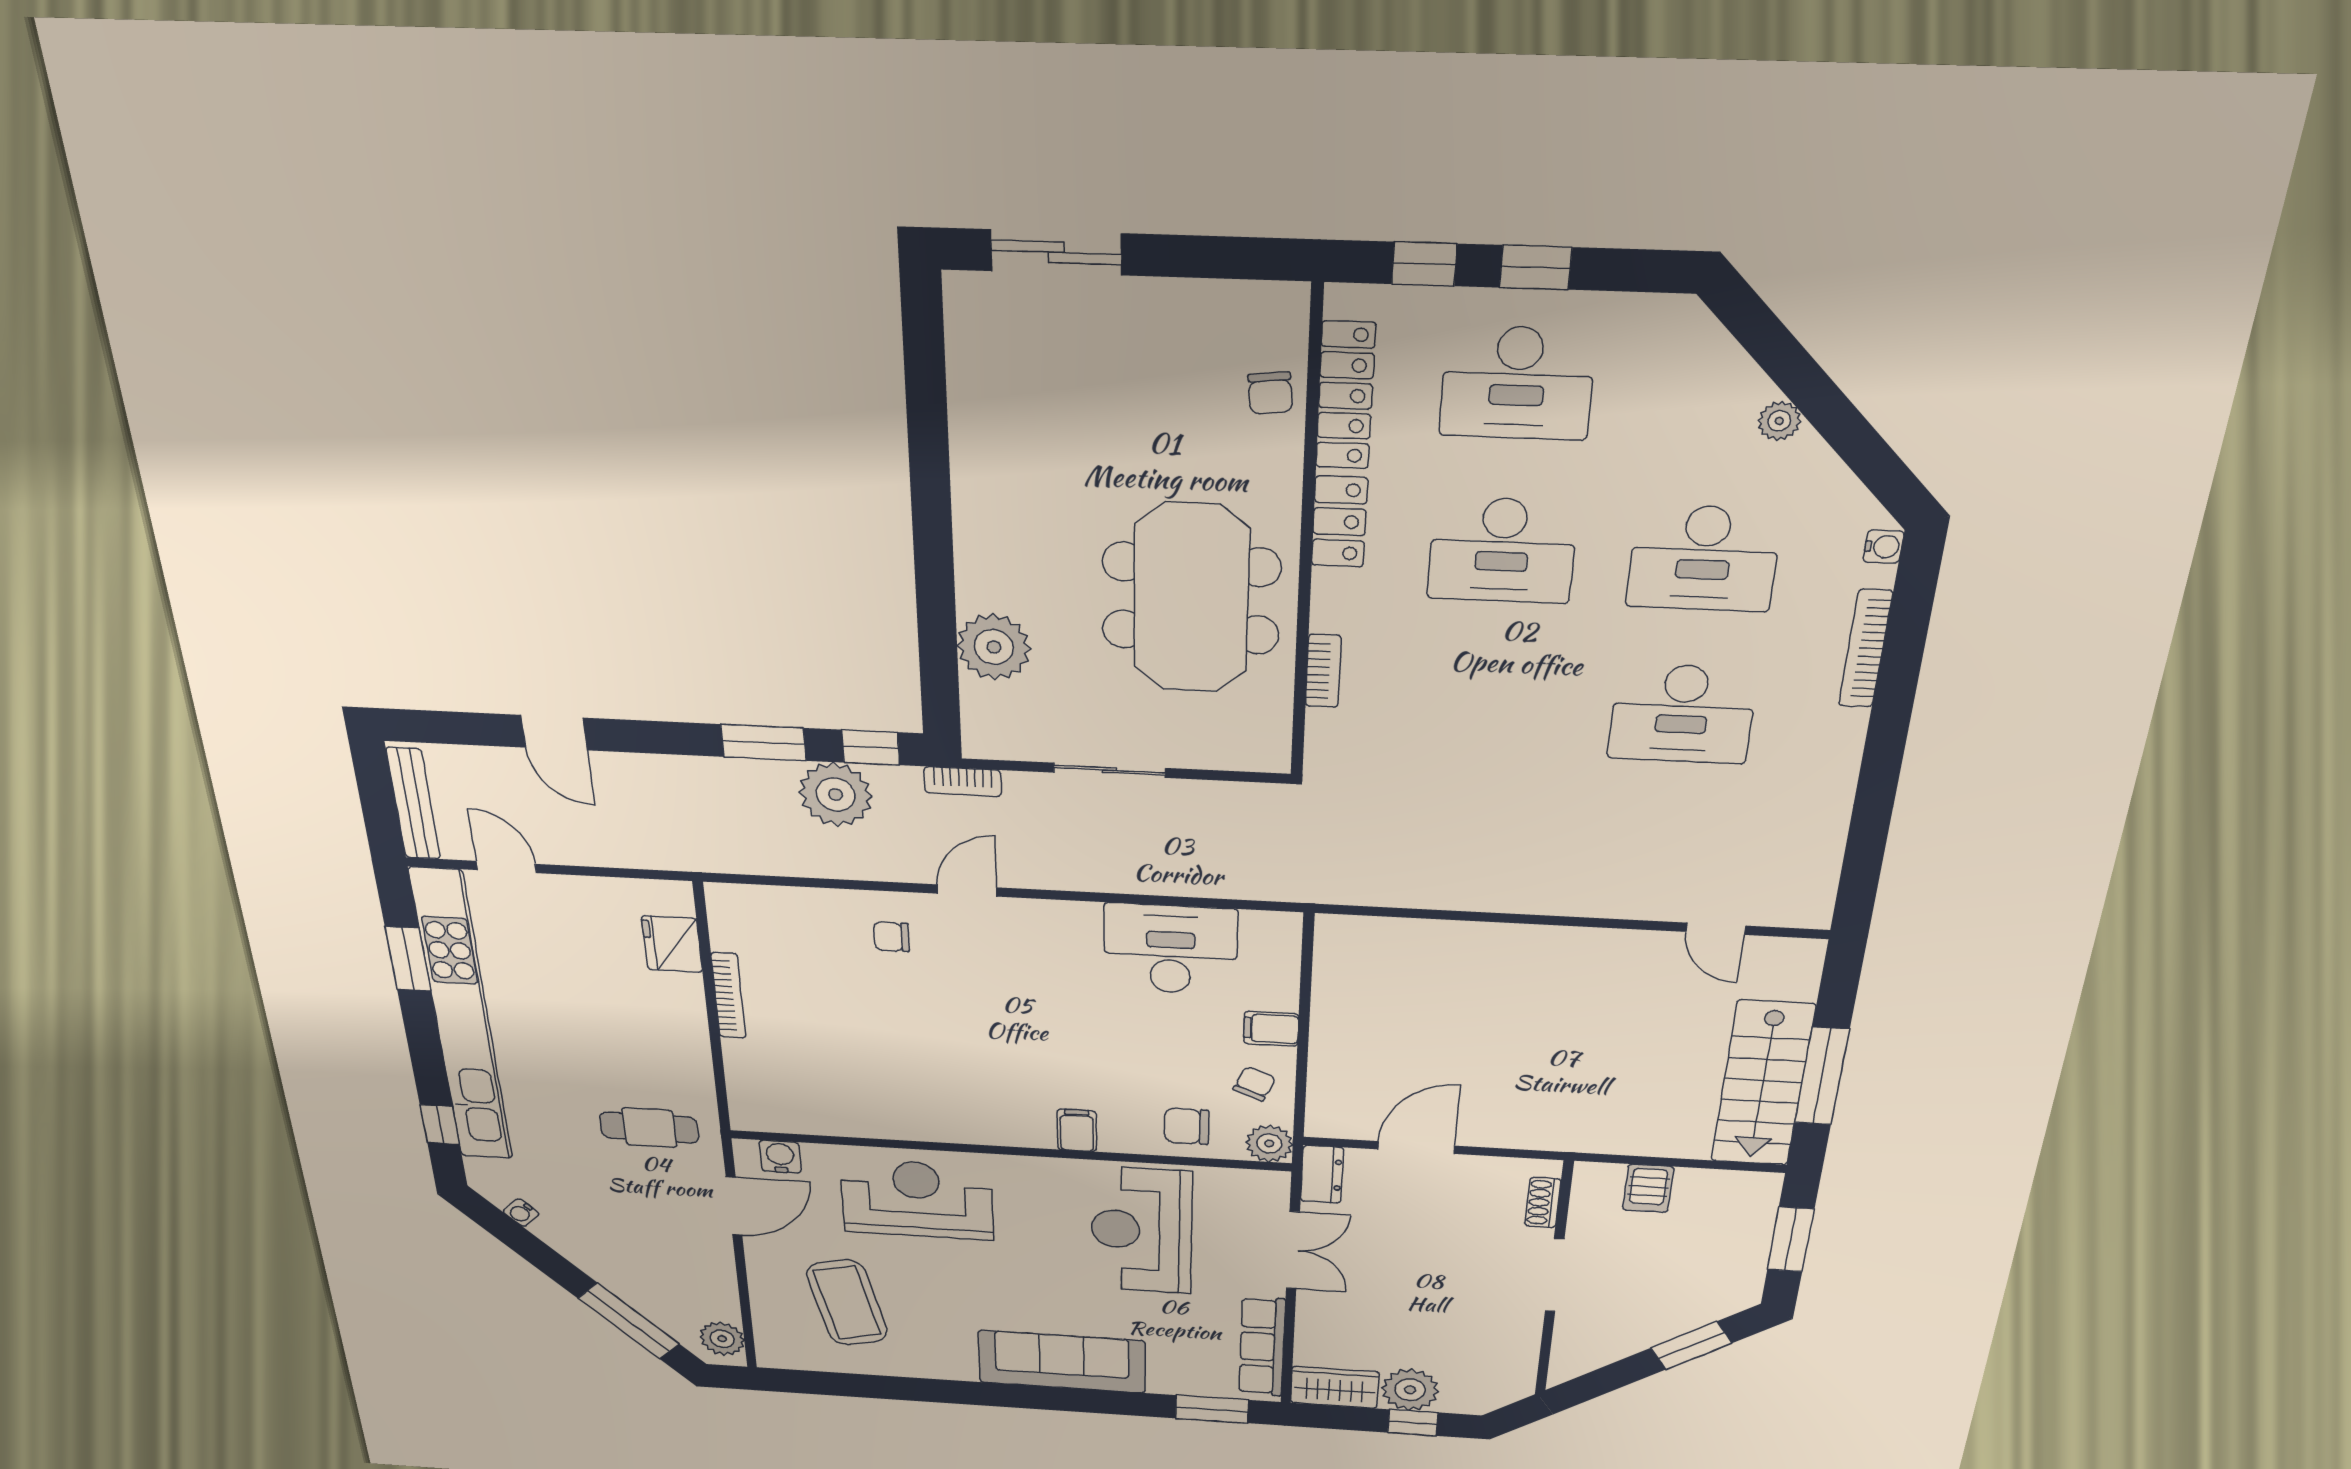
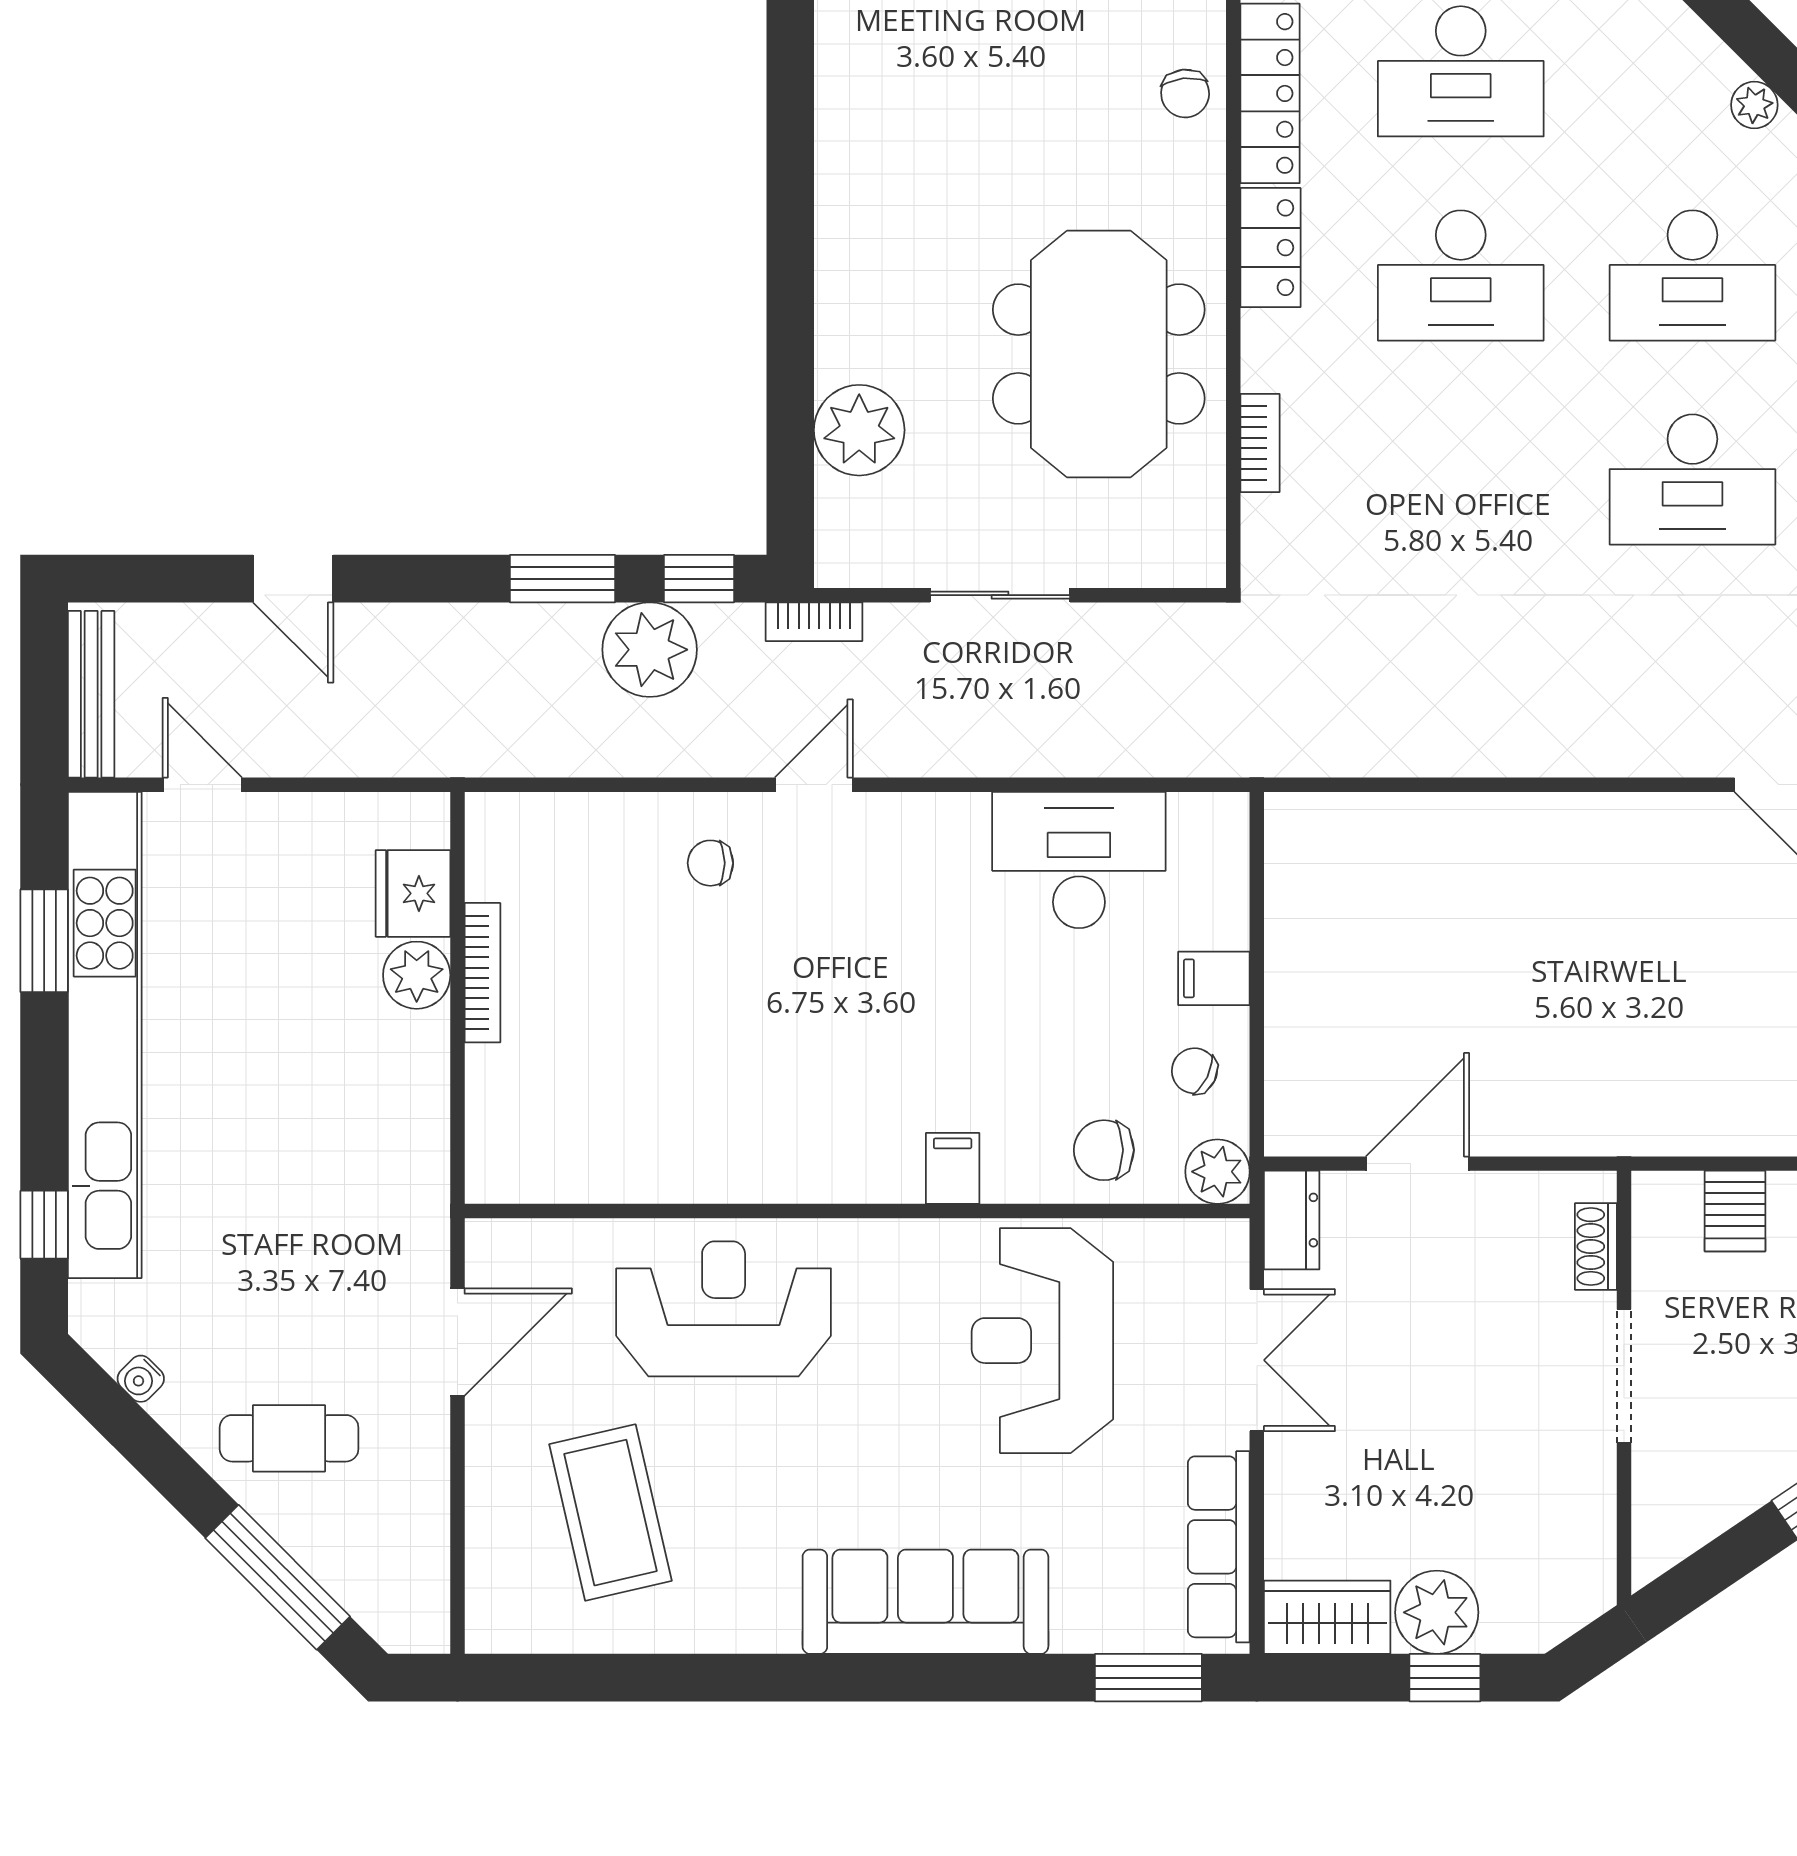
chair: (1254, 1084) -> (1194, 1071), turned -87
cafe table: (649, 1128) -> (289, 1438), moved
water cooler: (780, 1157) -> (532, 1246), removed
plant: (722, 1339) -> (417, 975), moved

